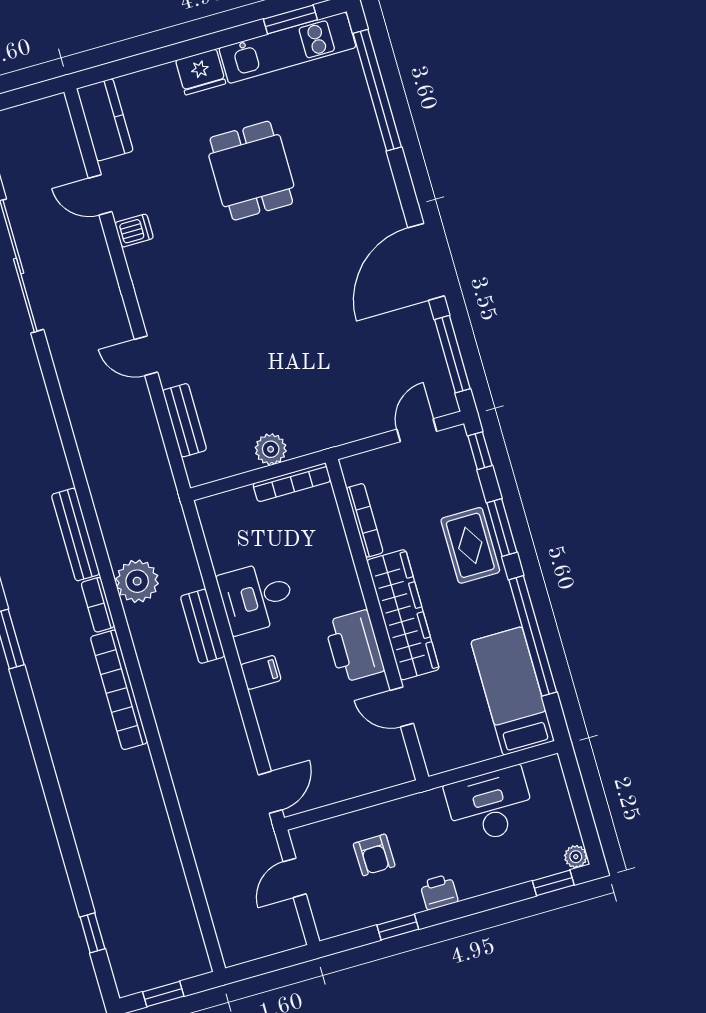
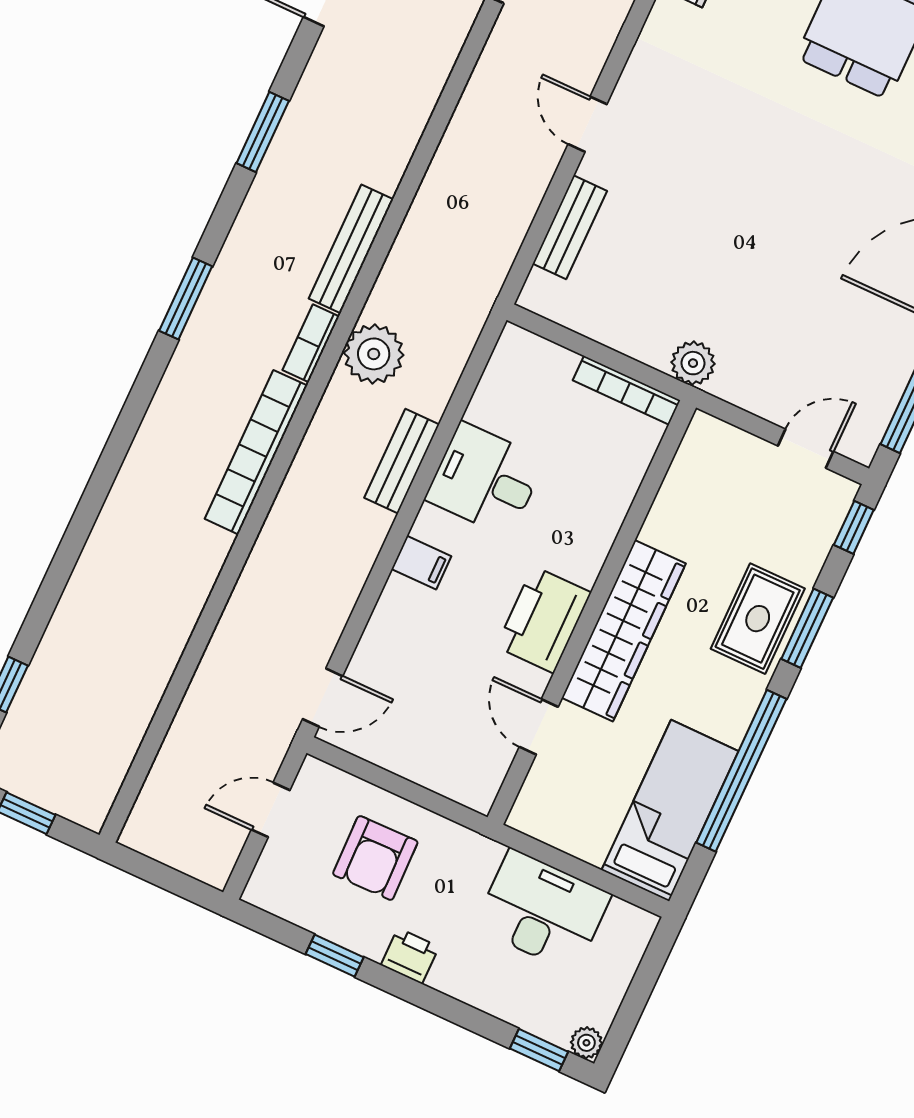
plant: (271, 449) -> (693, 363), moved
bookcase: (365, 520) -> (669, 496), removed
armchair: (374, 855) -> (375, 858), width x1.38, depth x1.38

